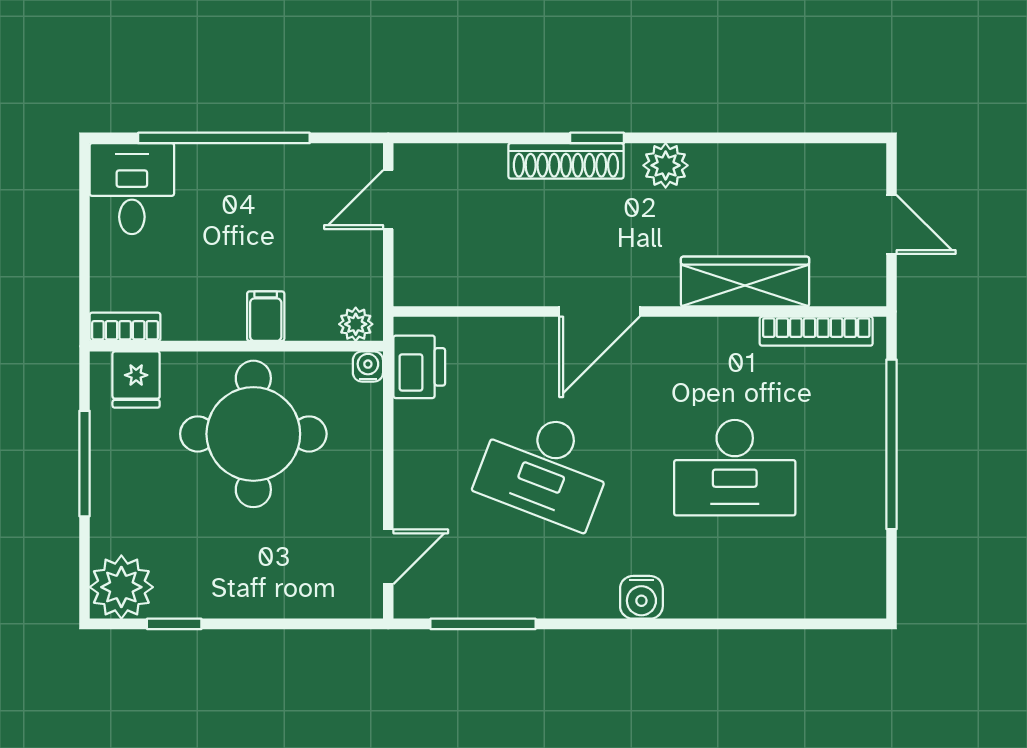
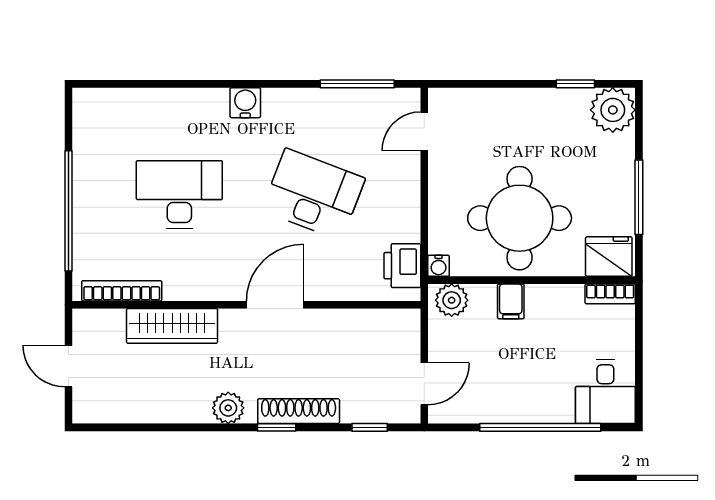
window: (465, 138) -> (370, 427), added
plant: (356, 324) -> (452, 300), width x1.38, depth x1.38
fridge: (136, 380) -> (609, 257), width x1.38

